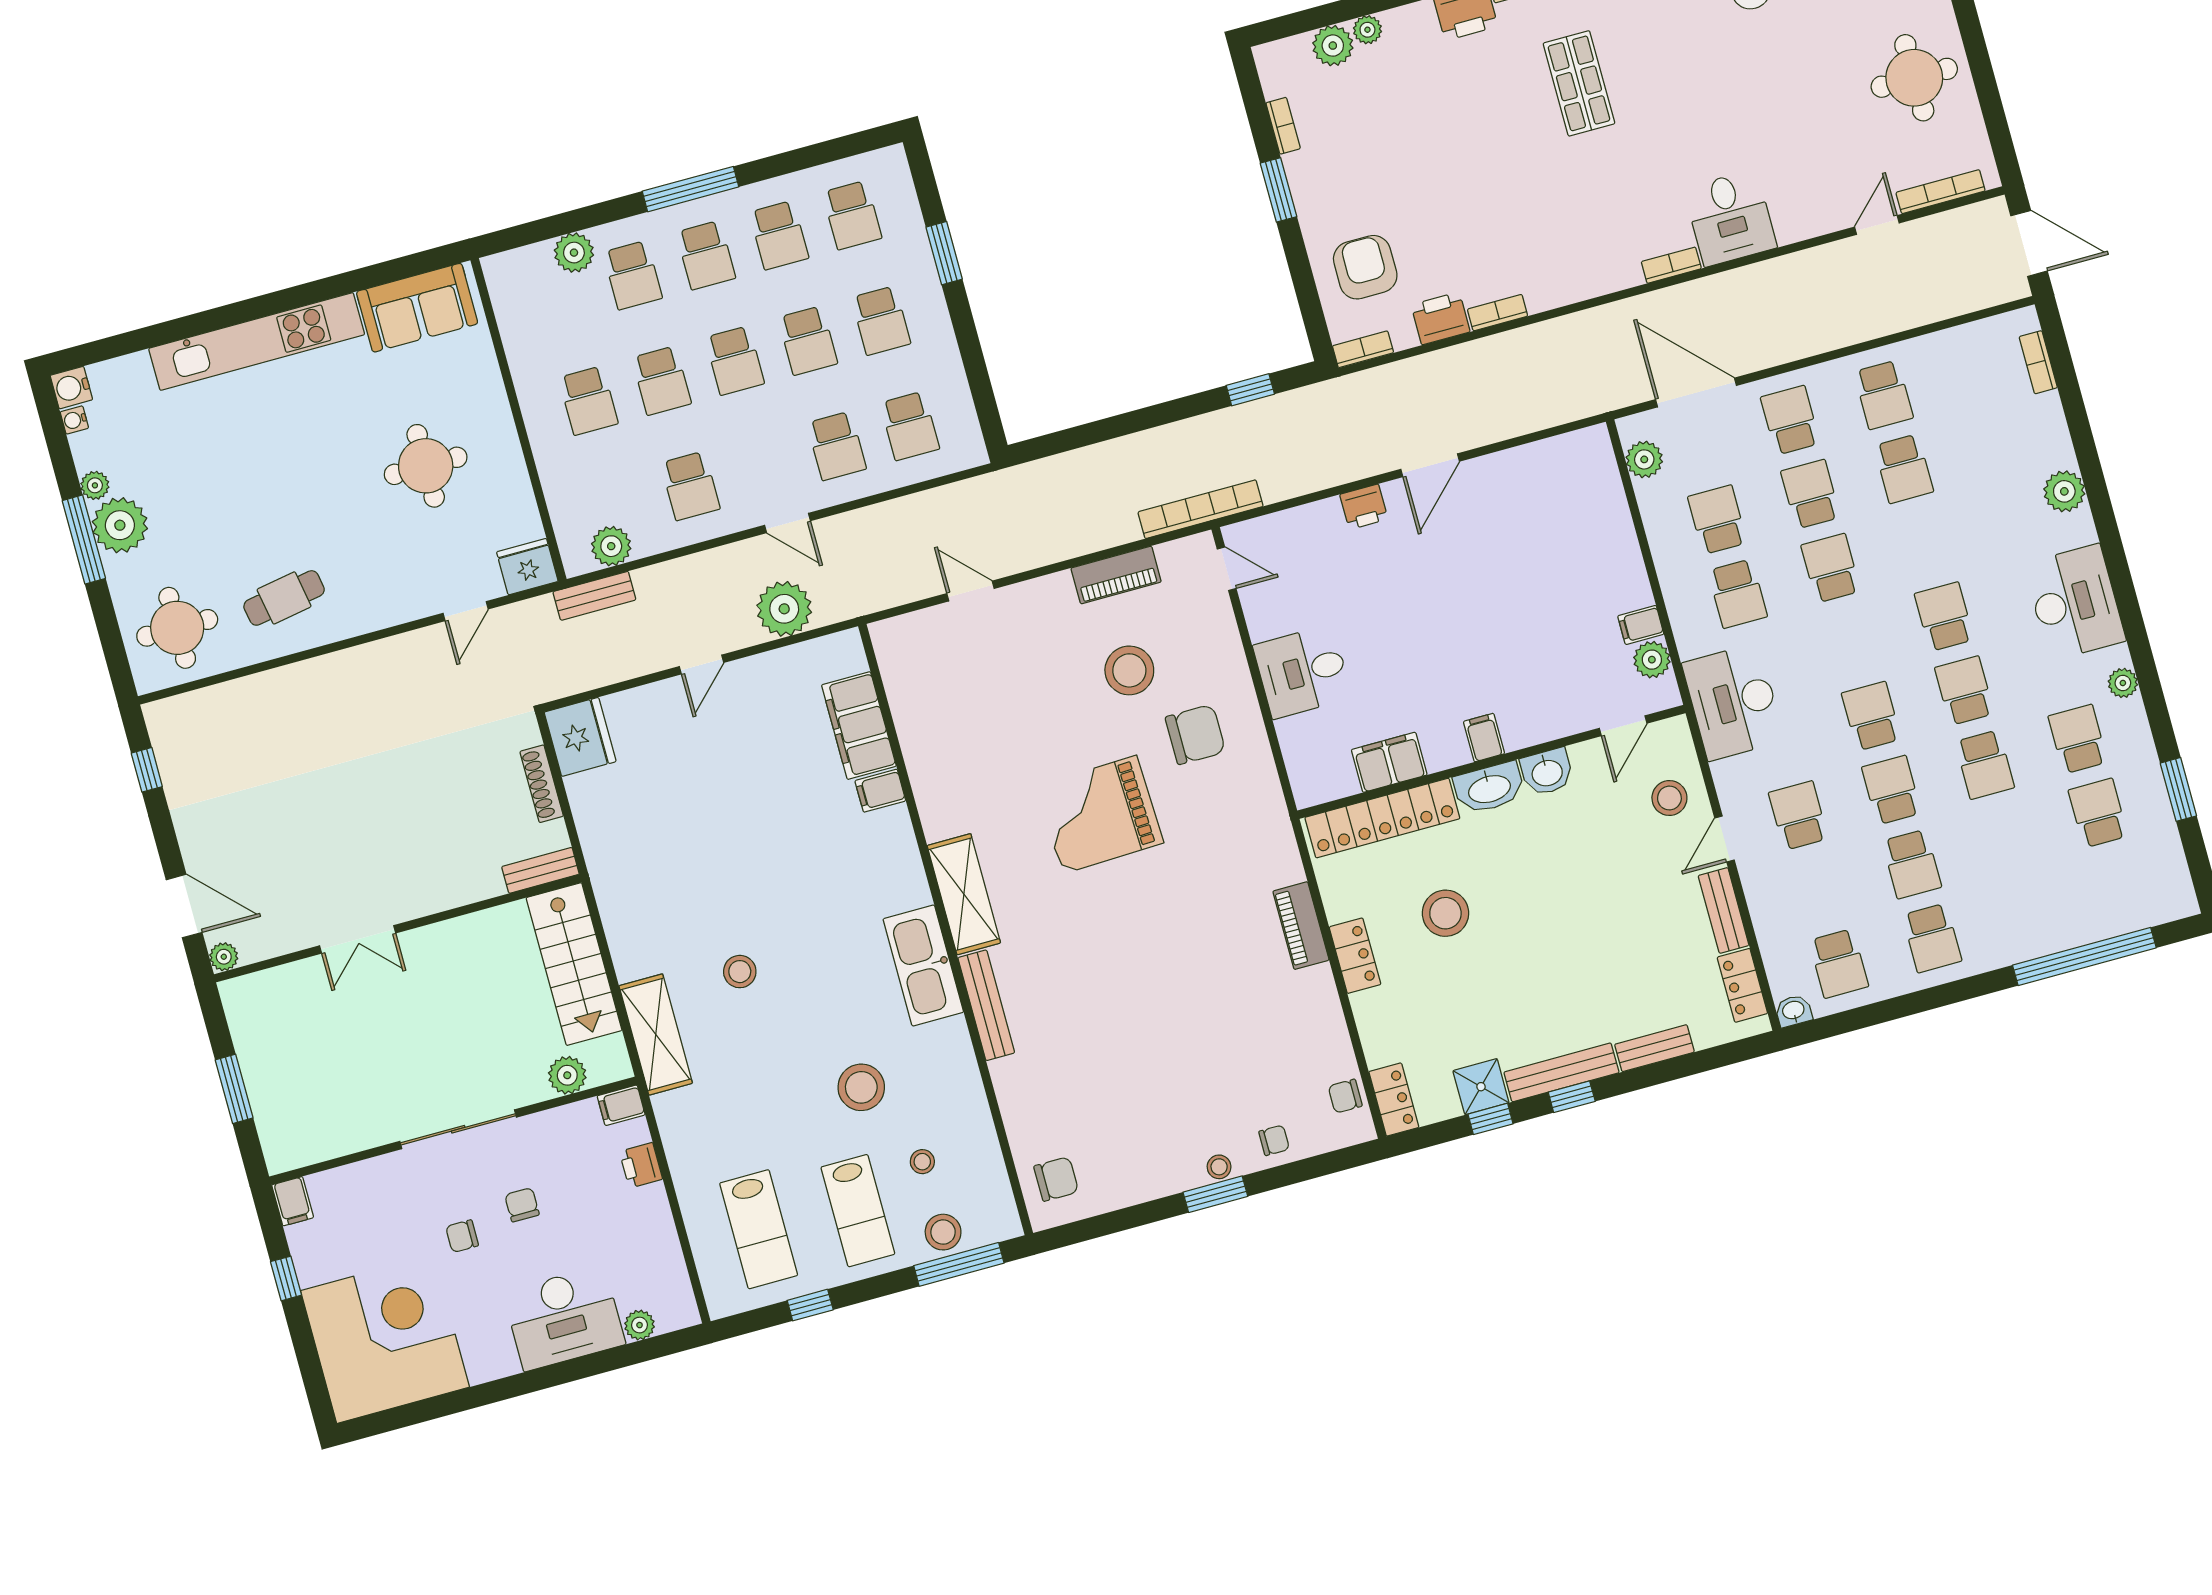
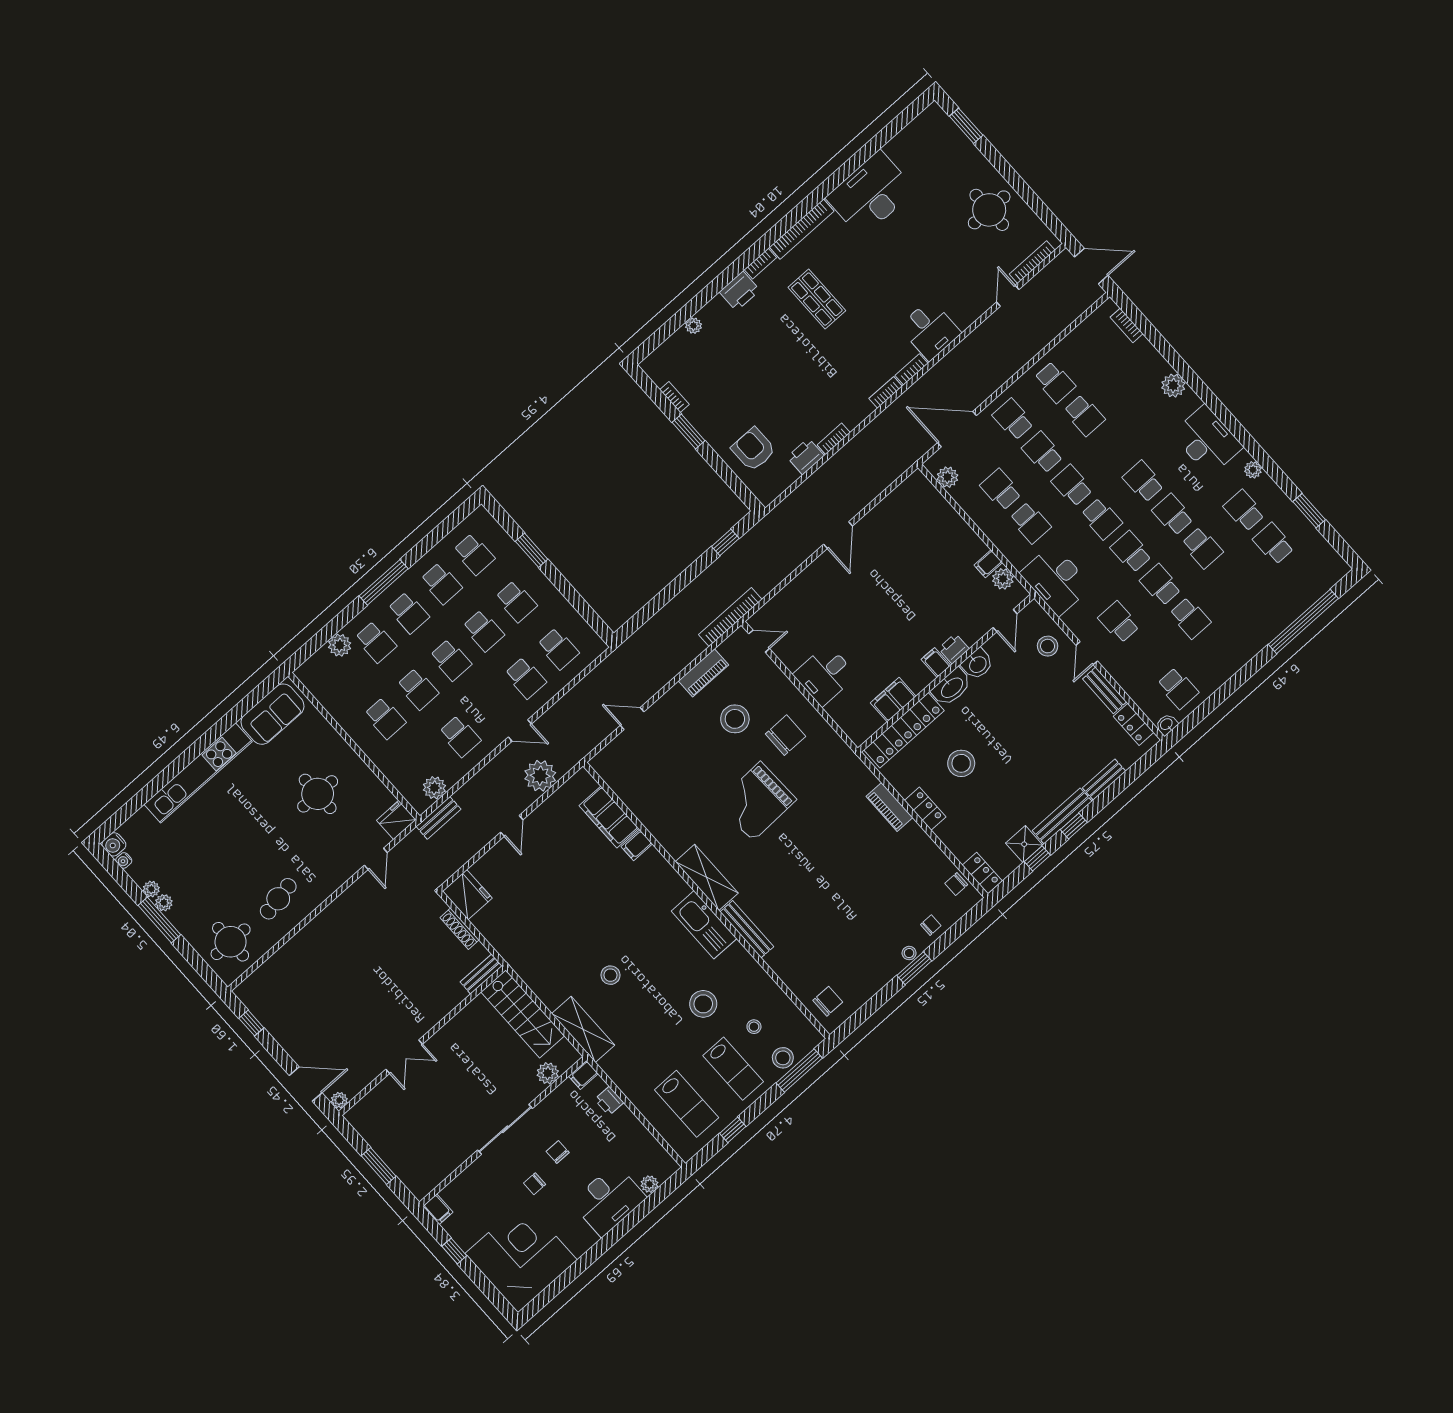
plant: (1333, 46) -> (680, 343), removed
bookcase: (1363, 349) -> (886, 392), moved
printer: (1364, 507) -> (954, 649), moved, turned 180
plant: (120, 525) -> (164, 903), width x0.53, depth x0.53
school desk: (1932, 938) -> (1102, 519), moved

